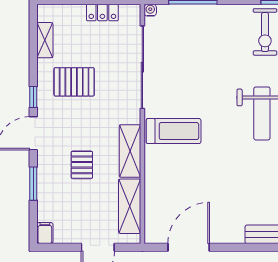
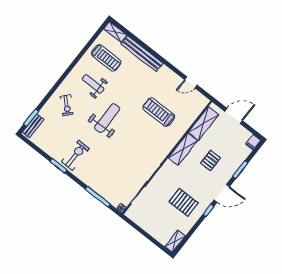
locker: (102, 13) -> (145, 224), removed
shelving: (45, 40) -> (175, 241), moved
treadmill: (174, 131) -> (159, 112), moved
door: (189, 247) -> (191, 82), width x0.53

